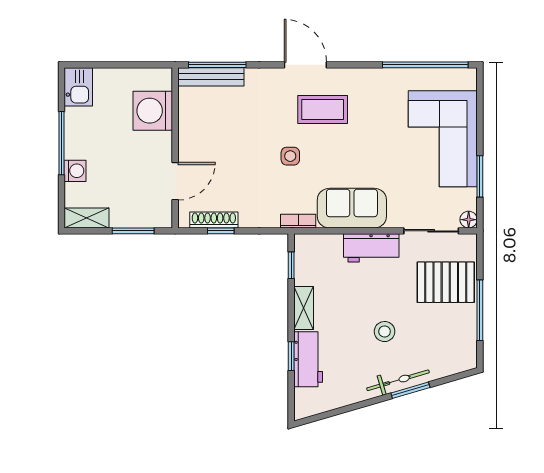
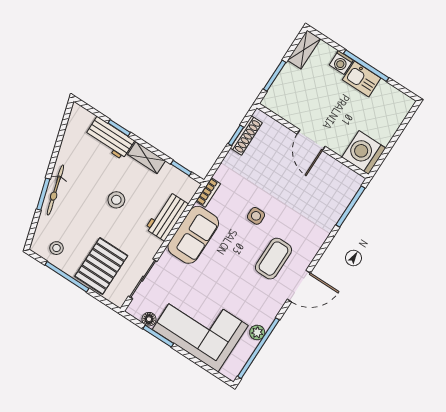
door: (305, 65) -> (299, 286), moved
bench: (211, 77) -> (345, 197), removed
plant: (410, 77) -> (257, 332), added
kitchen sink: (78, 87) -> (362, 79), moved
washing machine: (153, 111) -> (364, 153), moved, turned -90
door: (175, 181) -> (311, 140), moved
floor lamp: (469, 220) -> (149, 319), moved
workbench: (371, 248) -> (167, 216), moved
stool: (385, 332) -> (116, 200), moved
stool: (457, 340) -> (57, 248), added

